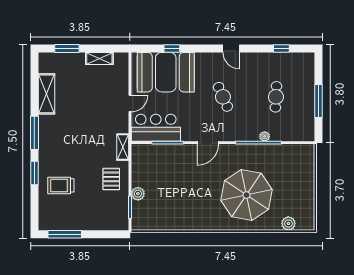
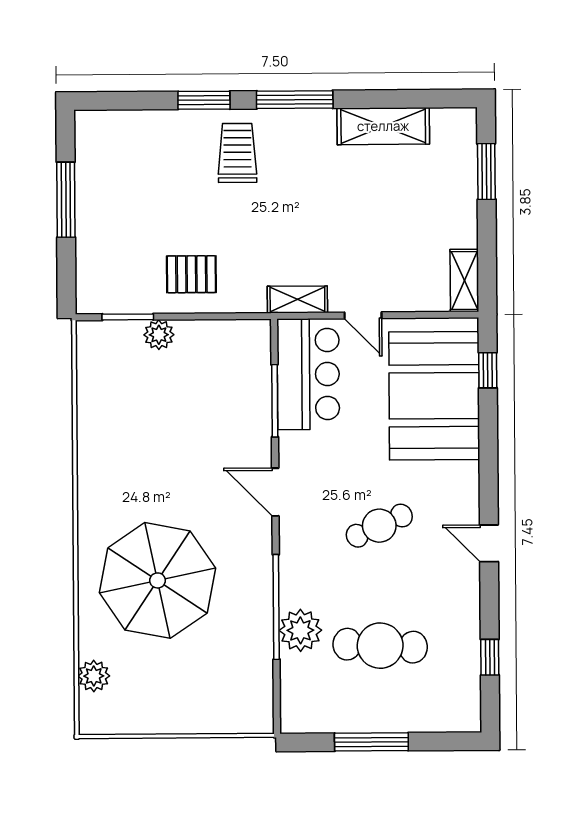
window: (172, 48) -> (488, 370), moved
door: (231, 48) -> (489, 543), hinge flipped
shelving: (99, 58) -> (464, 280), moved
cafe table: (276, 97) -> (380, 646), width x1.37, depth x1.35
plant: (265, 136) -> (300, 630), width x1.87, depth x1.87
shelving: (123, 147) -> (297, 299), moved
trolley: (61, 185) -> (237, 153), moved
window: (65, 234) -> (66, 200), moved

